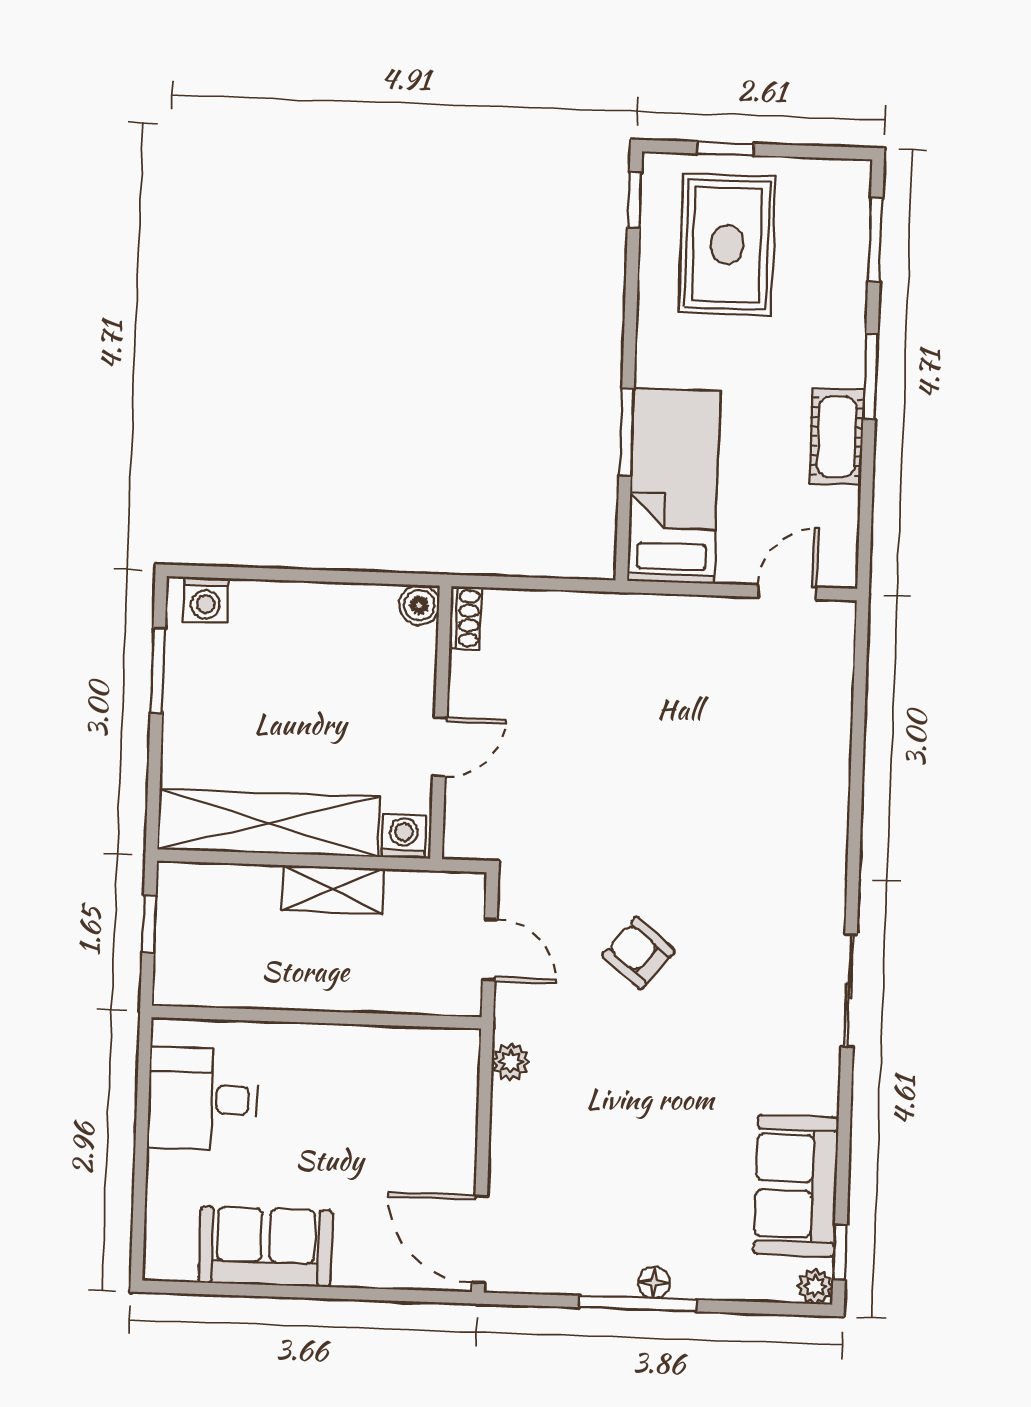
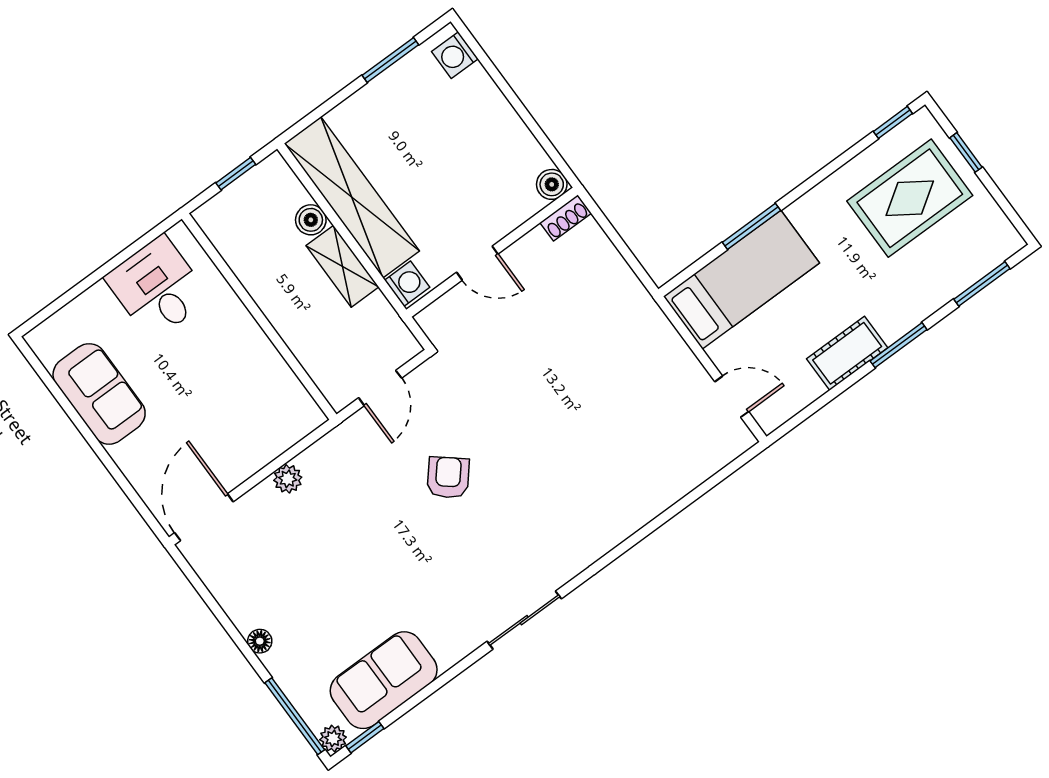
boiler: (258, 884) -> (311, 220), added
plant: (510, 1062) -> (288, 479), moved
window: (638, 1304) -> (295, 716), moved

